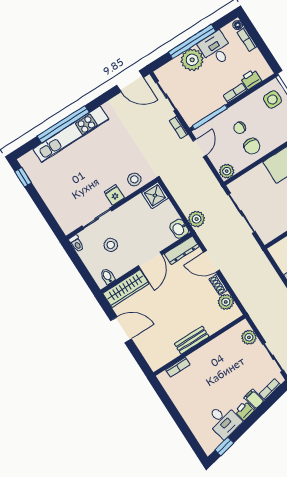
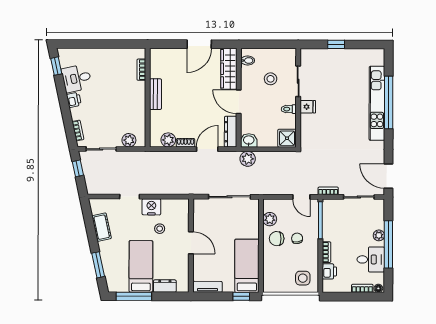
plant: (192, 60) -> (379, 235), width x0.53, depth x0.53
door: (130, 81) -> (388, 176), hinge flipped
plant: (227, 171) -> (270, 219), moved
window: (23, 177) -> (336, 44), moved
stool: (134, 179) -> (310, 130), removed
toilet: (77, 243) -> (289, 109), moved
filing cabinet: (254, 399) -> (78, 113), removed

